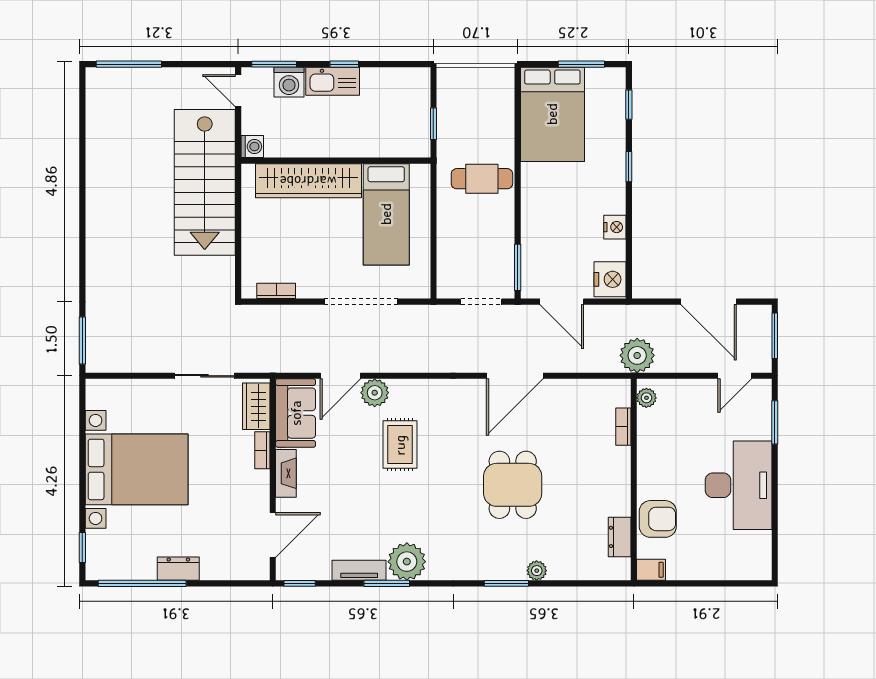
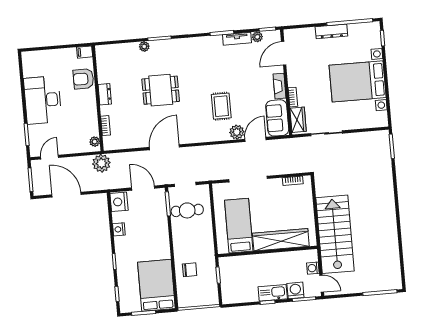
chair: (487, 139) -> (190, 270), added
washing machine: (252, 147) -> (313, 268), moved
cafe table: (482, 179) -> (187, 210), moved
dining table: (513, 485) -> (161, 90), turned 90
dresser: (620, 537) -> (105, 94), moved
plant: (407, 562) -> (257, 37), moved, width x0.53, depth x0.53
dresser: (178, 569) -> (331, 31), width x1.44

